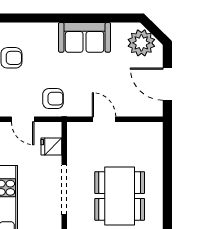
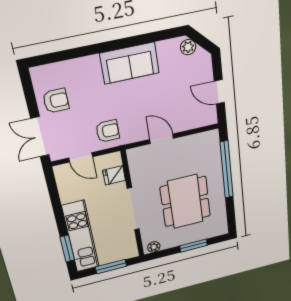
plant: (141, 43) -> (188, 47), width x0.53, depth x0.53
door: (167, 84) -> (219, 92), width x0.73
window: (167, 170) -> (227, 170), added

